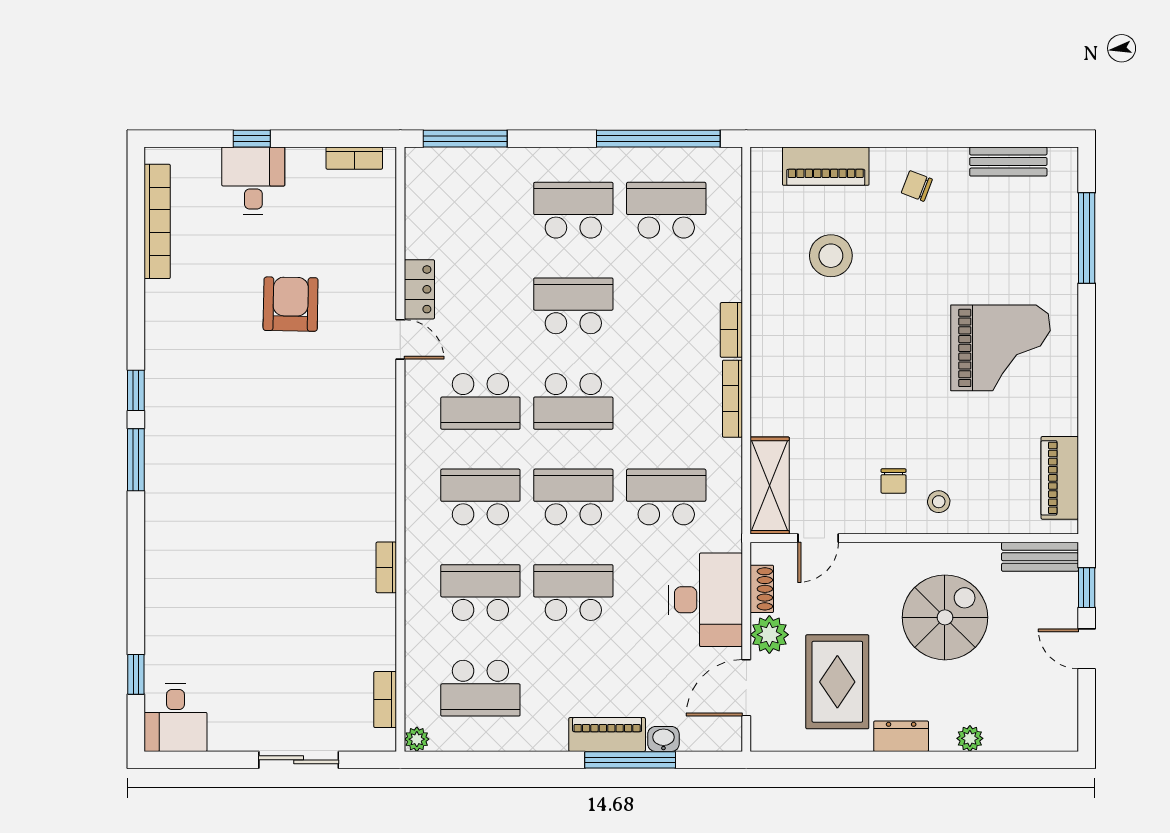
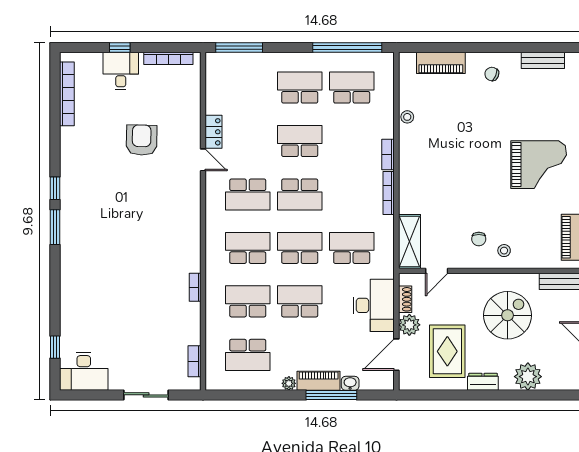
bookcase: (354, 158) -> (168, 58), width x1.56
stool: (831, 256) -> (407, 117), moved, width x0.53, depth x0.53
desk: (175, 718) -> (84, 371), width x1.37
plant: (970, 738) -> (528, 377), width x1.88, depth x1.88
plant: (417, 739) -> (289, 383), moved

